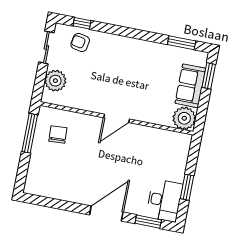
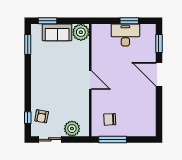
desk: (164, 200) -> (125, 35), moved

